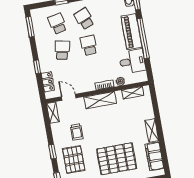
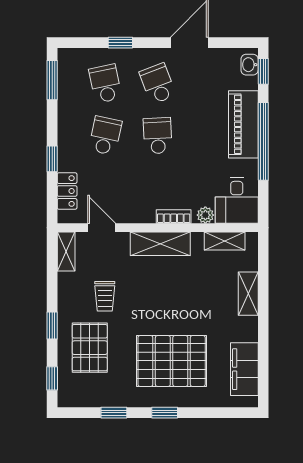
desk: (132, 61) -> (237, 201), moved, turned 90
shelving: (152, 130) -> (248, 294), moved

